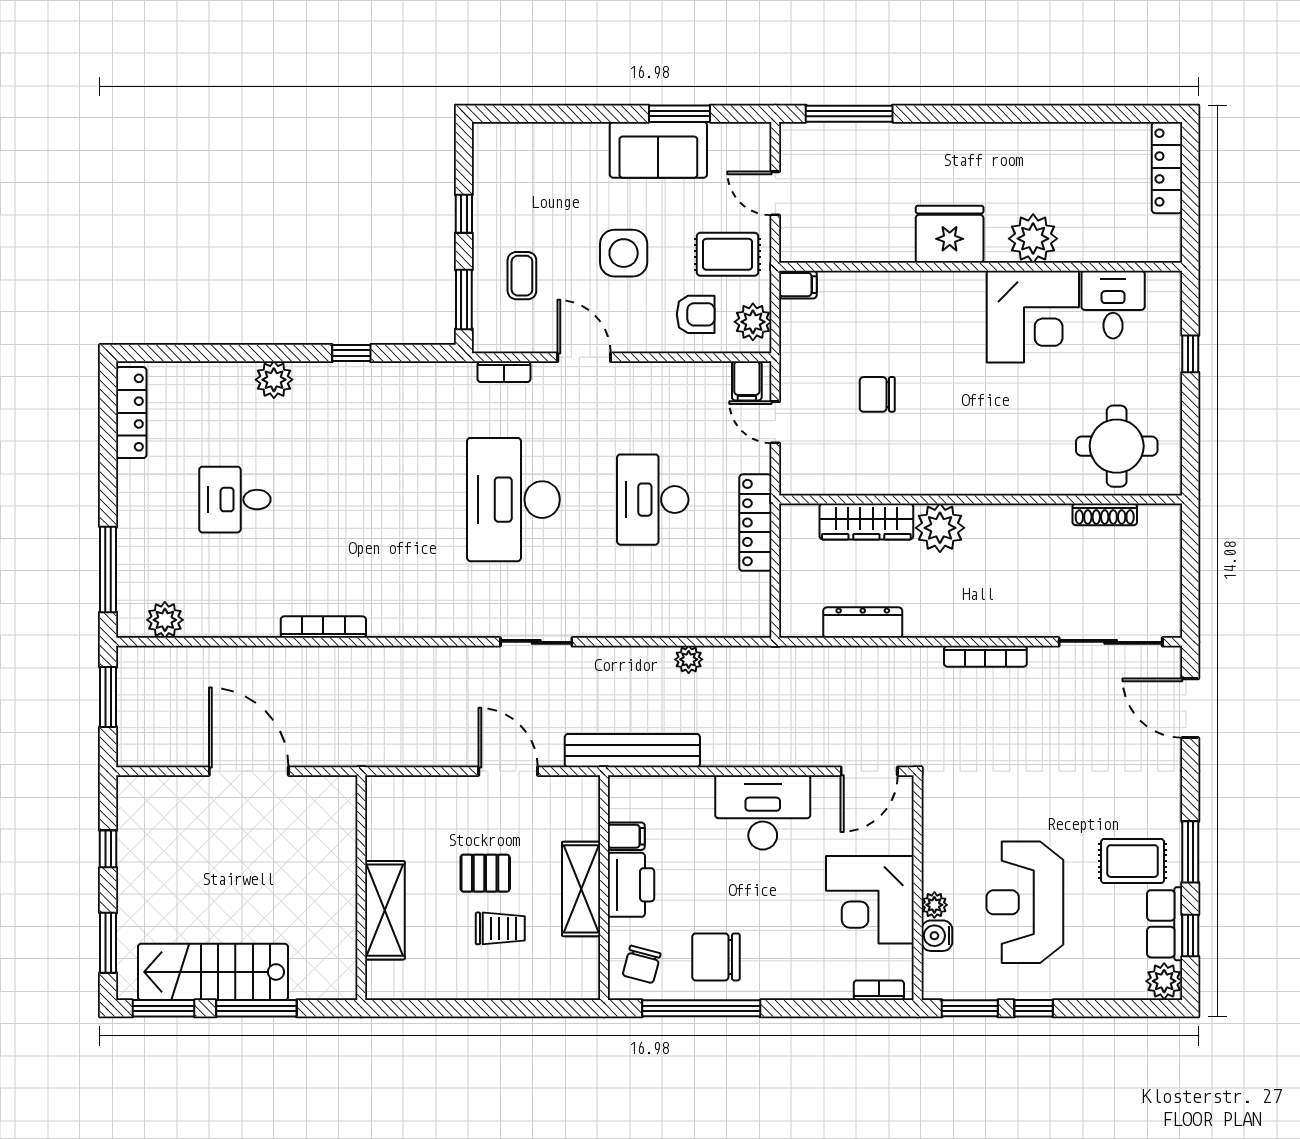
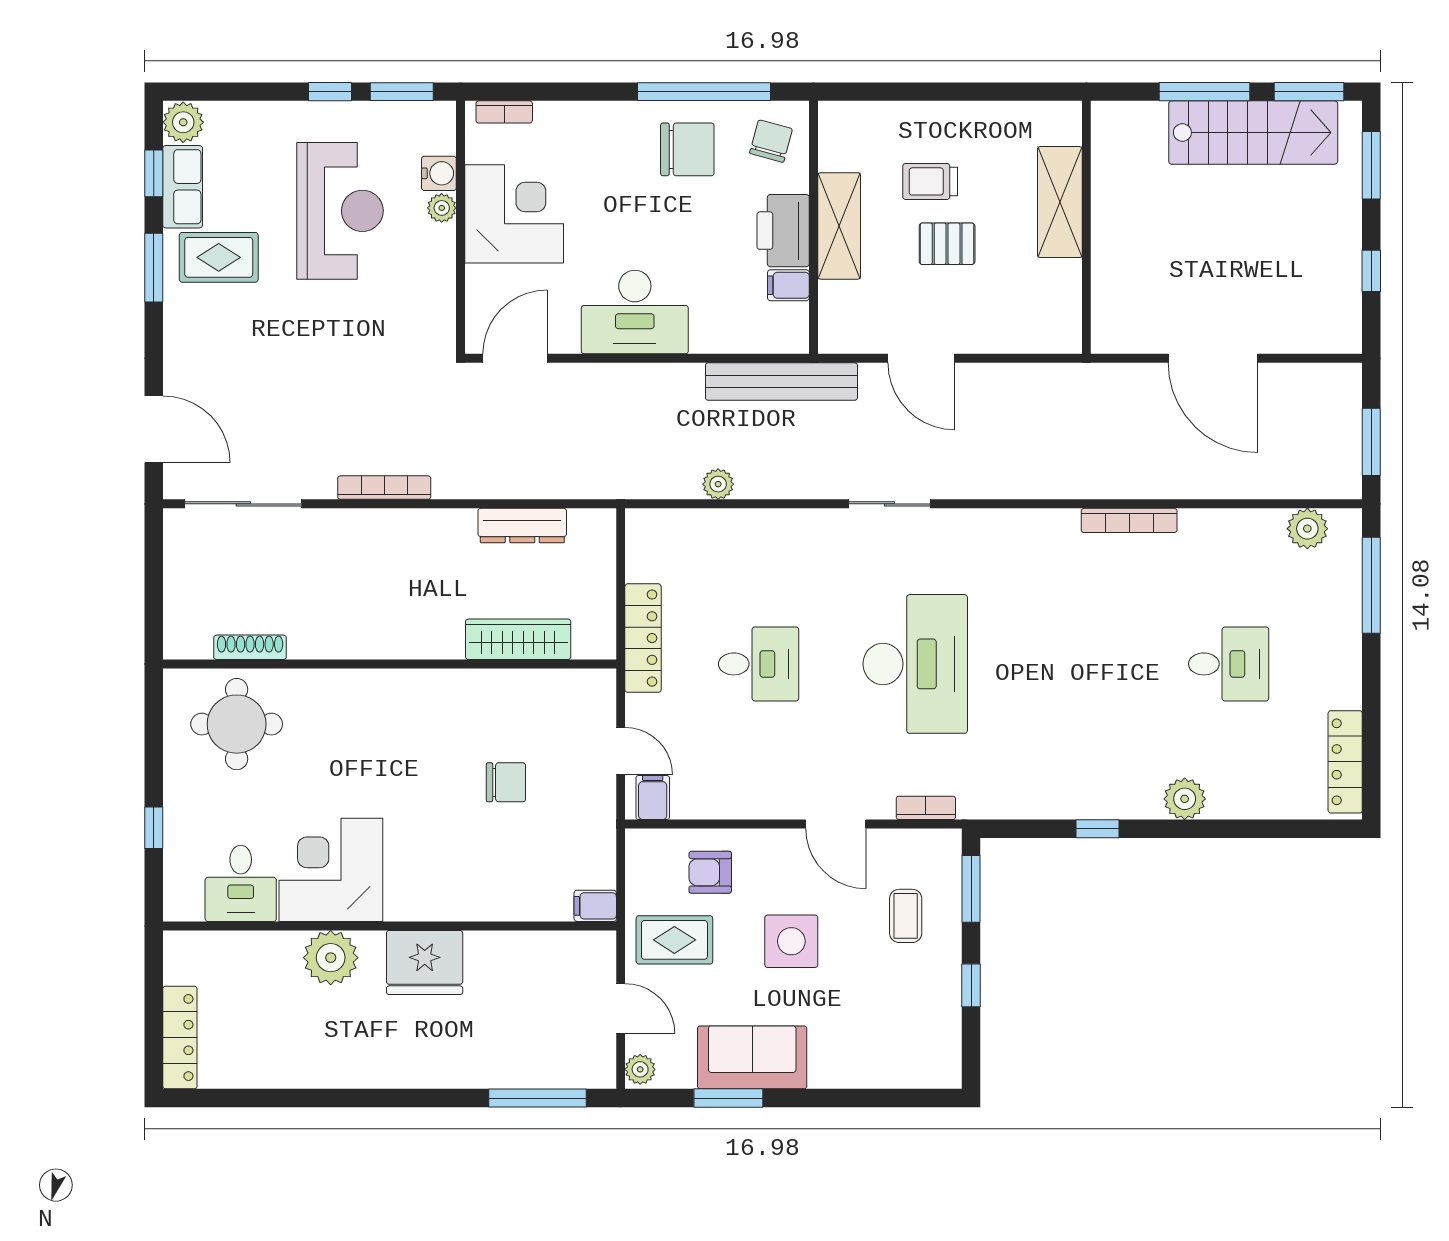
plant: (753, 322) -> (640, 1069), moved, width x0.73, depth x0.73
desk: (653, 500) -> (759, 664), width x0.73
plant: (940, 528) -> (435, 632), removed

